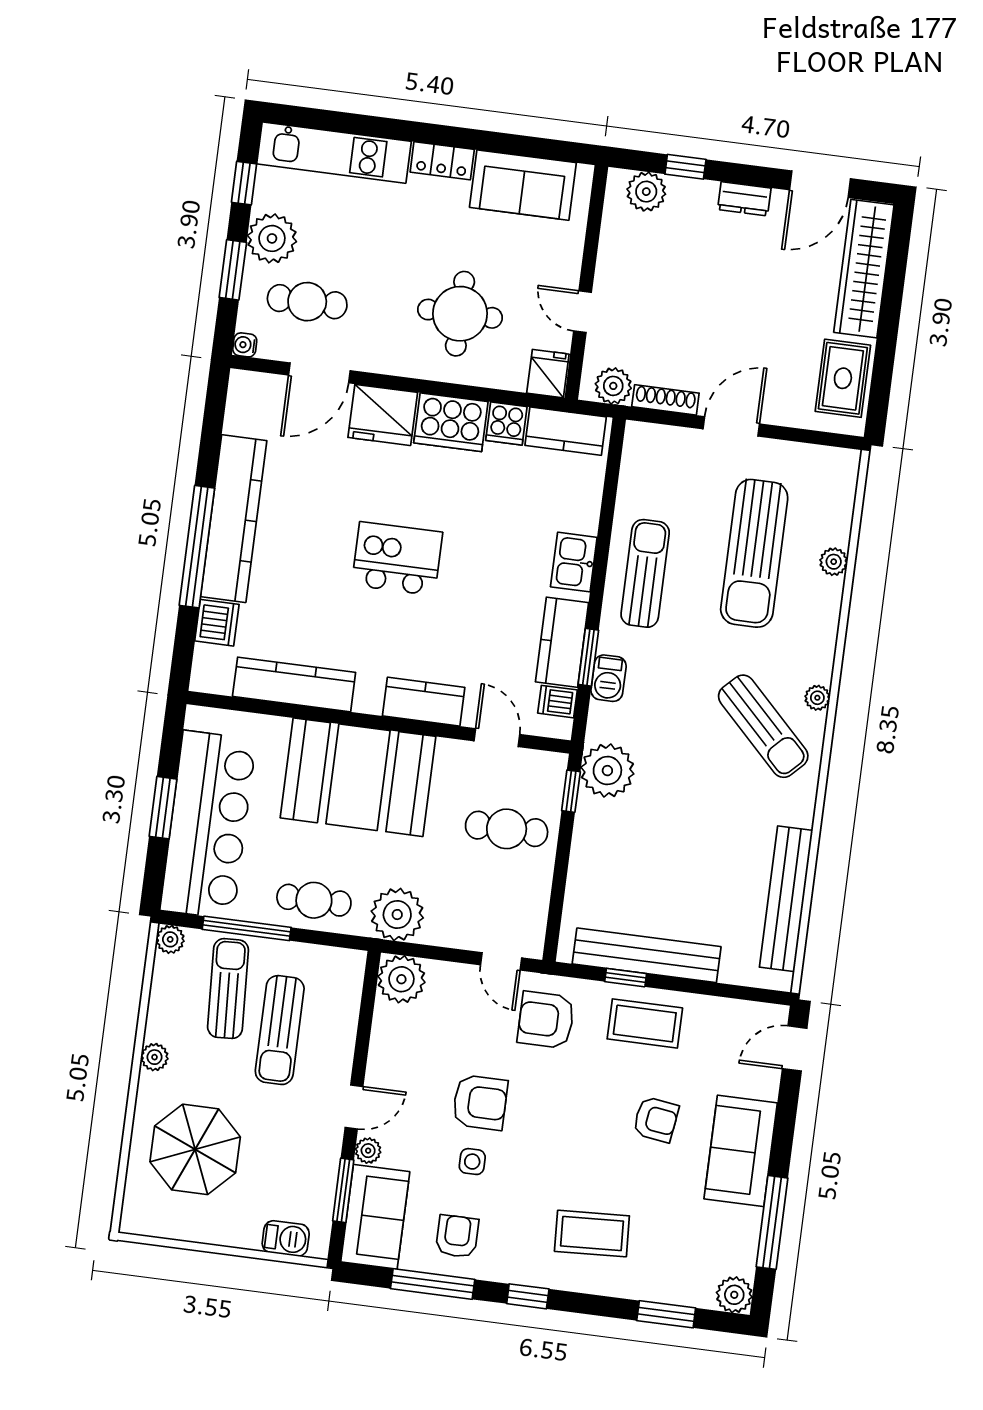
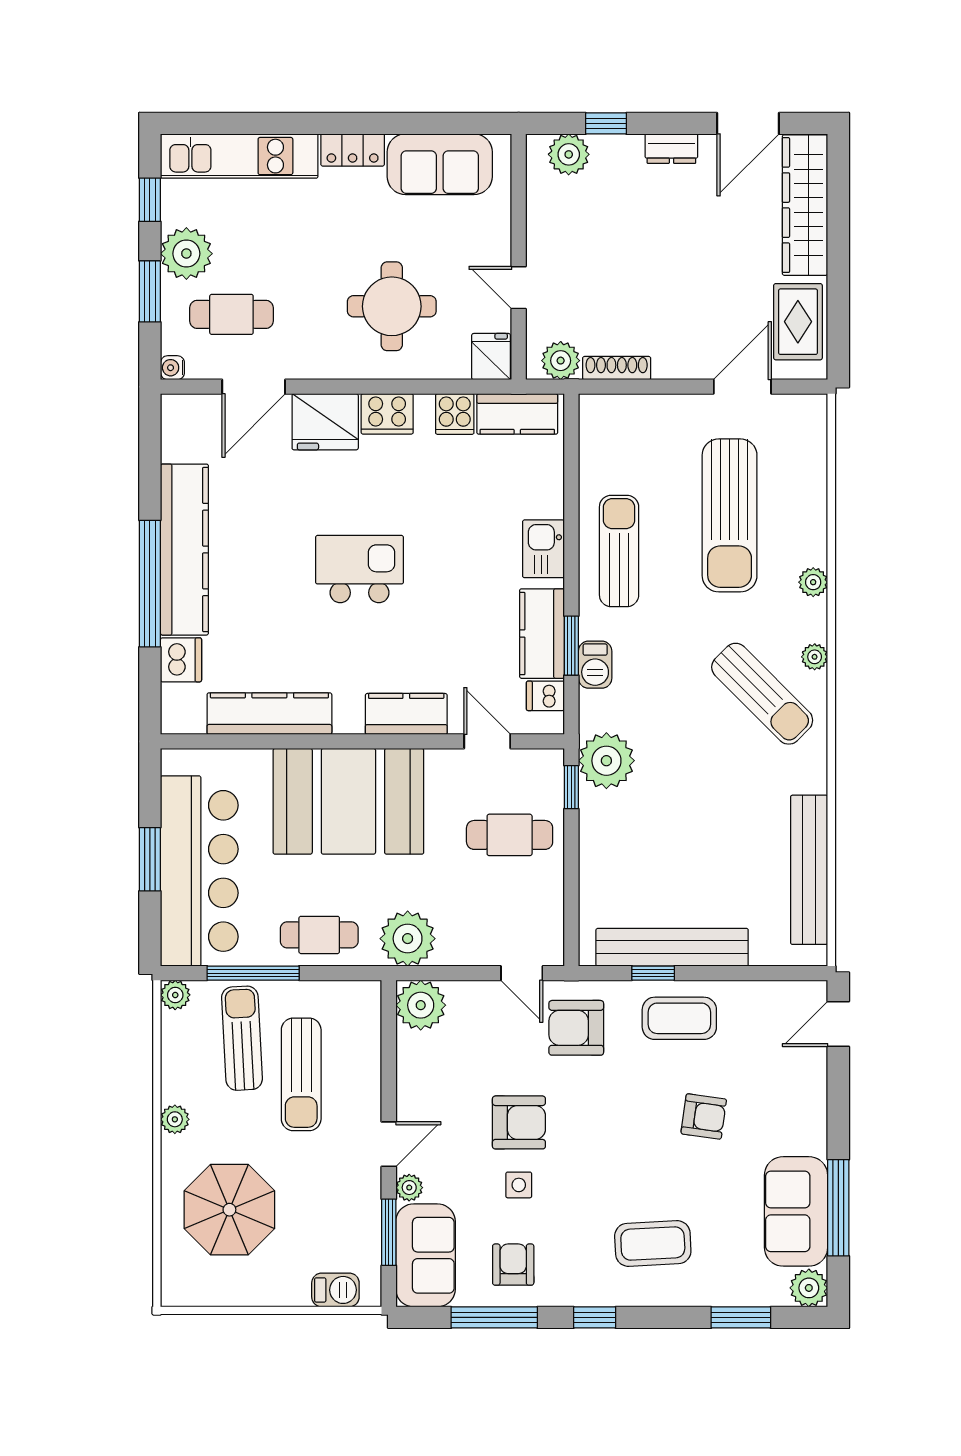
cooker: (451, 422) -> (387, 414), width x0.73, depth x0.76
door: (731, 426) -> (742, 387), moved
plant: (834, 562) -> (813, 582), moved
sofa: (741, 1151) -> (796, 1211), moved

